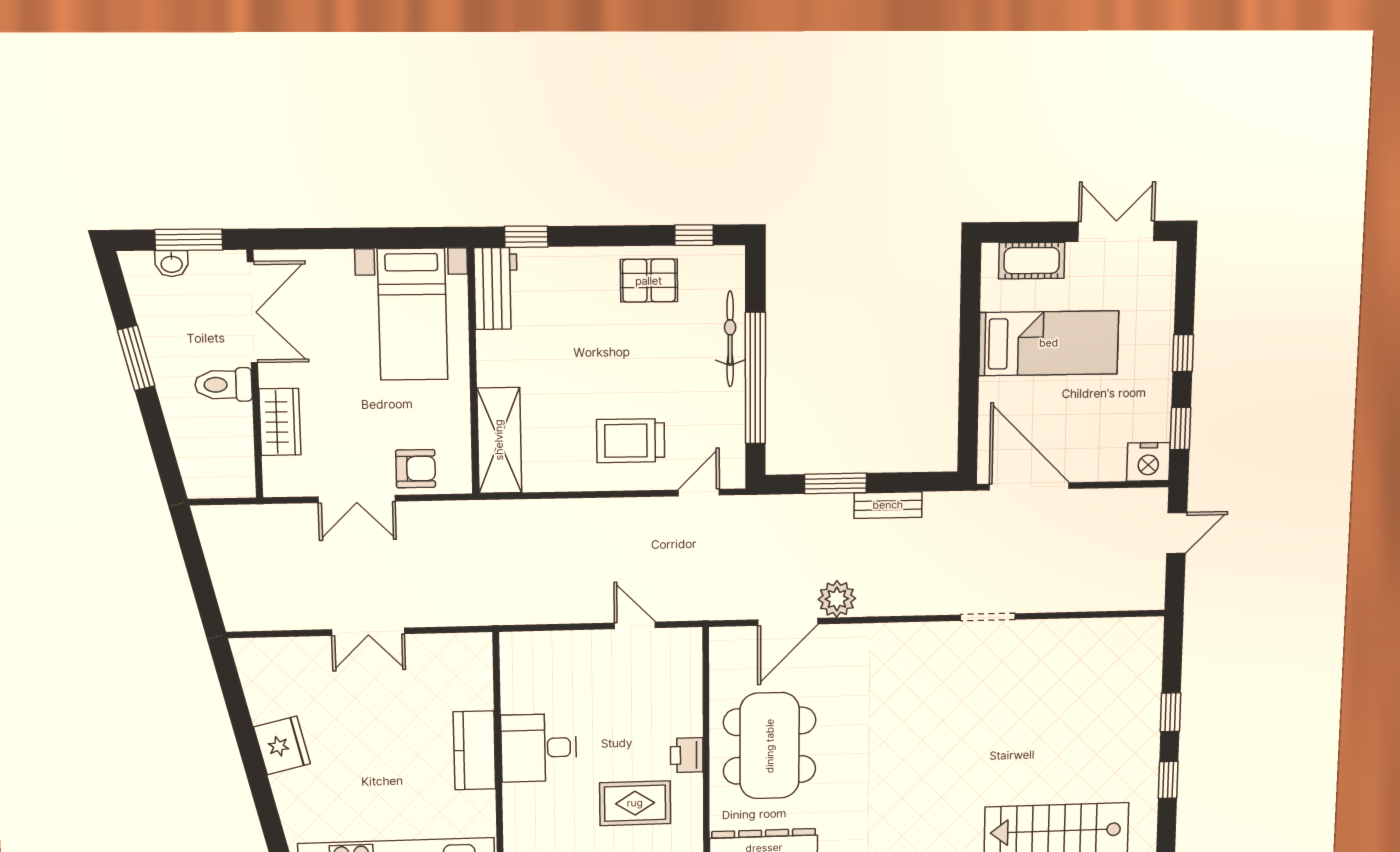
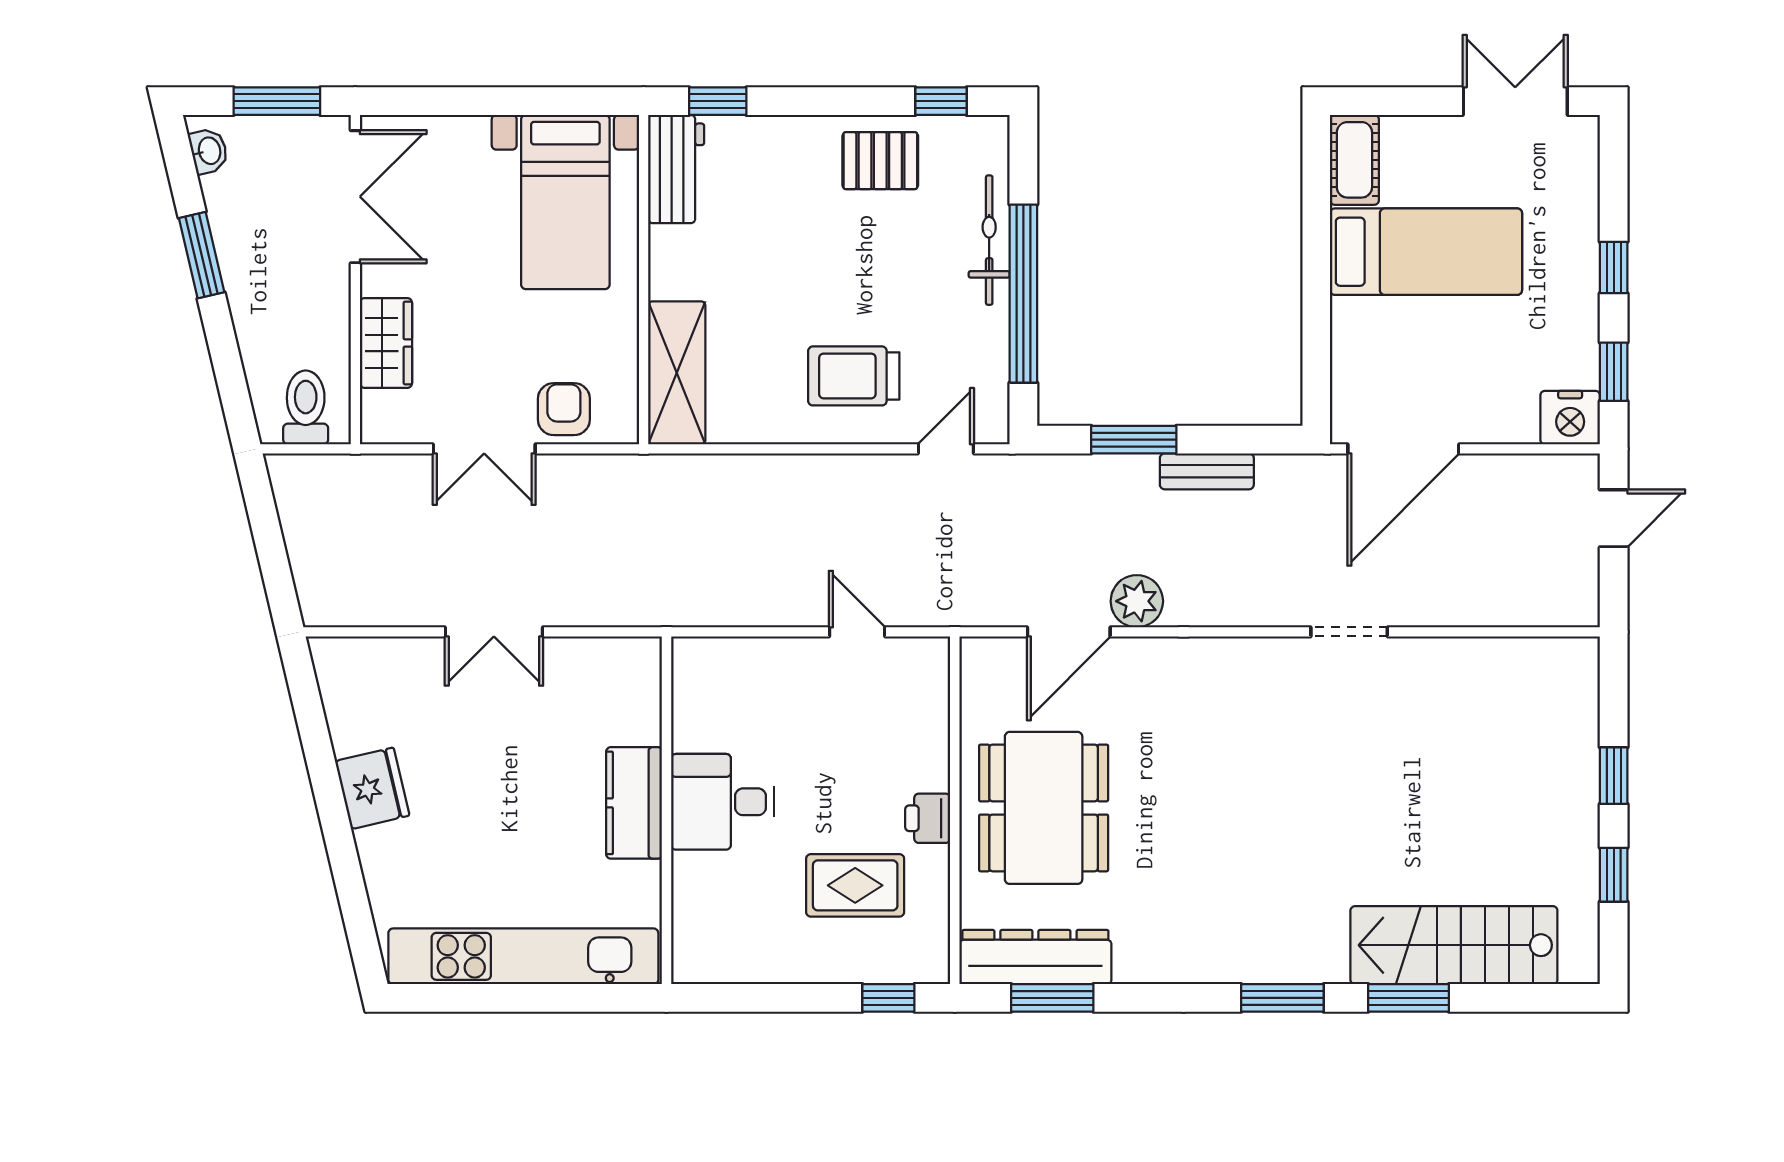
cot: (1032, 261) -> (1354, 160), moved, turned 90
washbasin: (172, 264) -> (209, 151), moved, turned -103
toilet: (223, 385) -> (306, 407), moved, turned 90
armchair: (416, 469) -> (564, 409), turned -90
door: (1029, 486) -> (1403, 449), swing flipped

